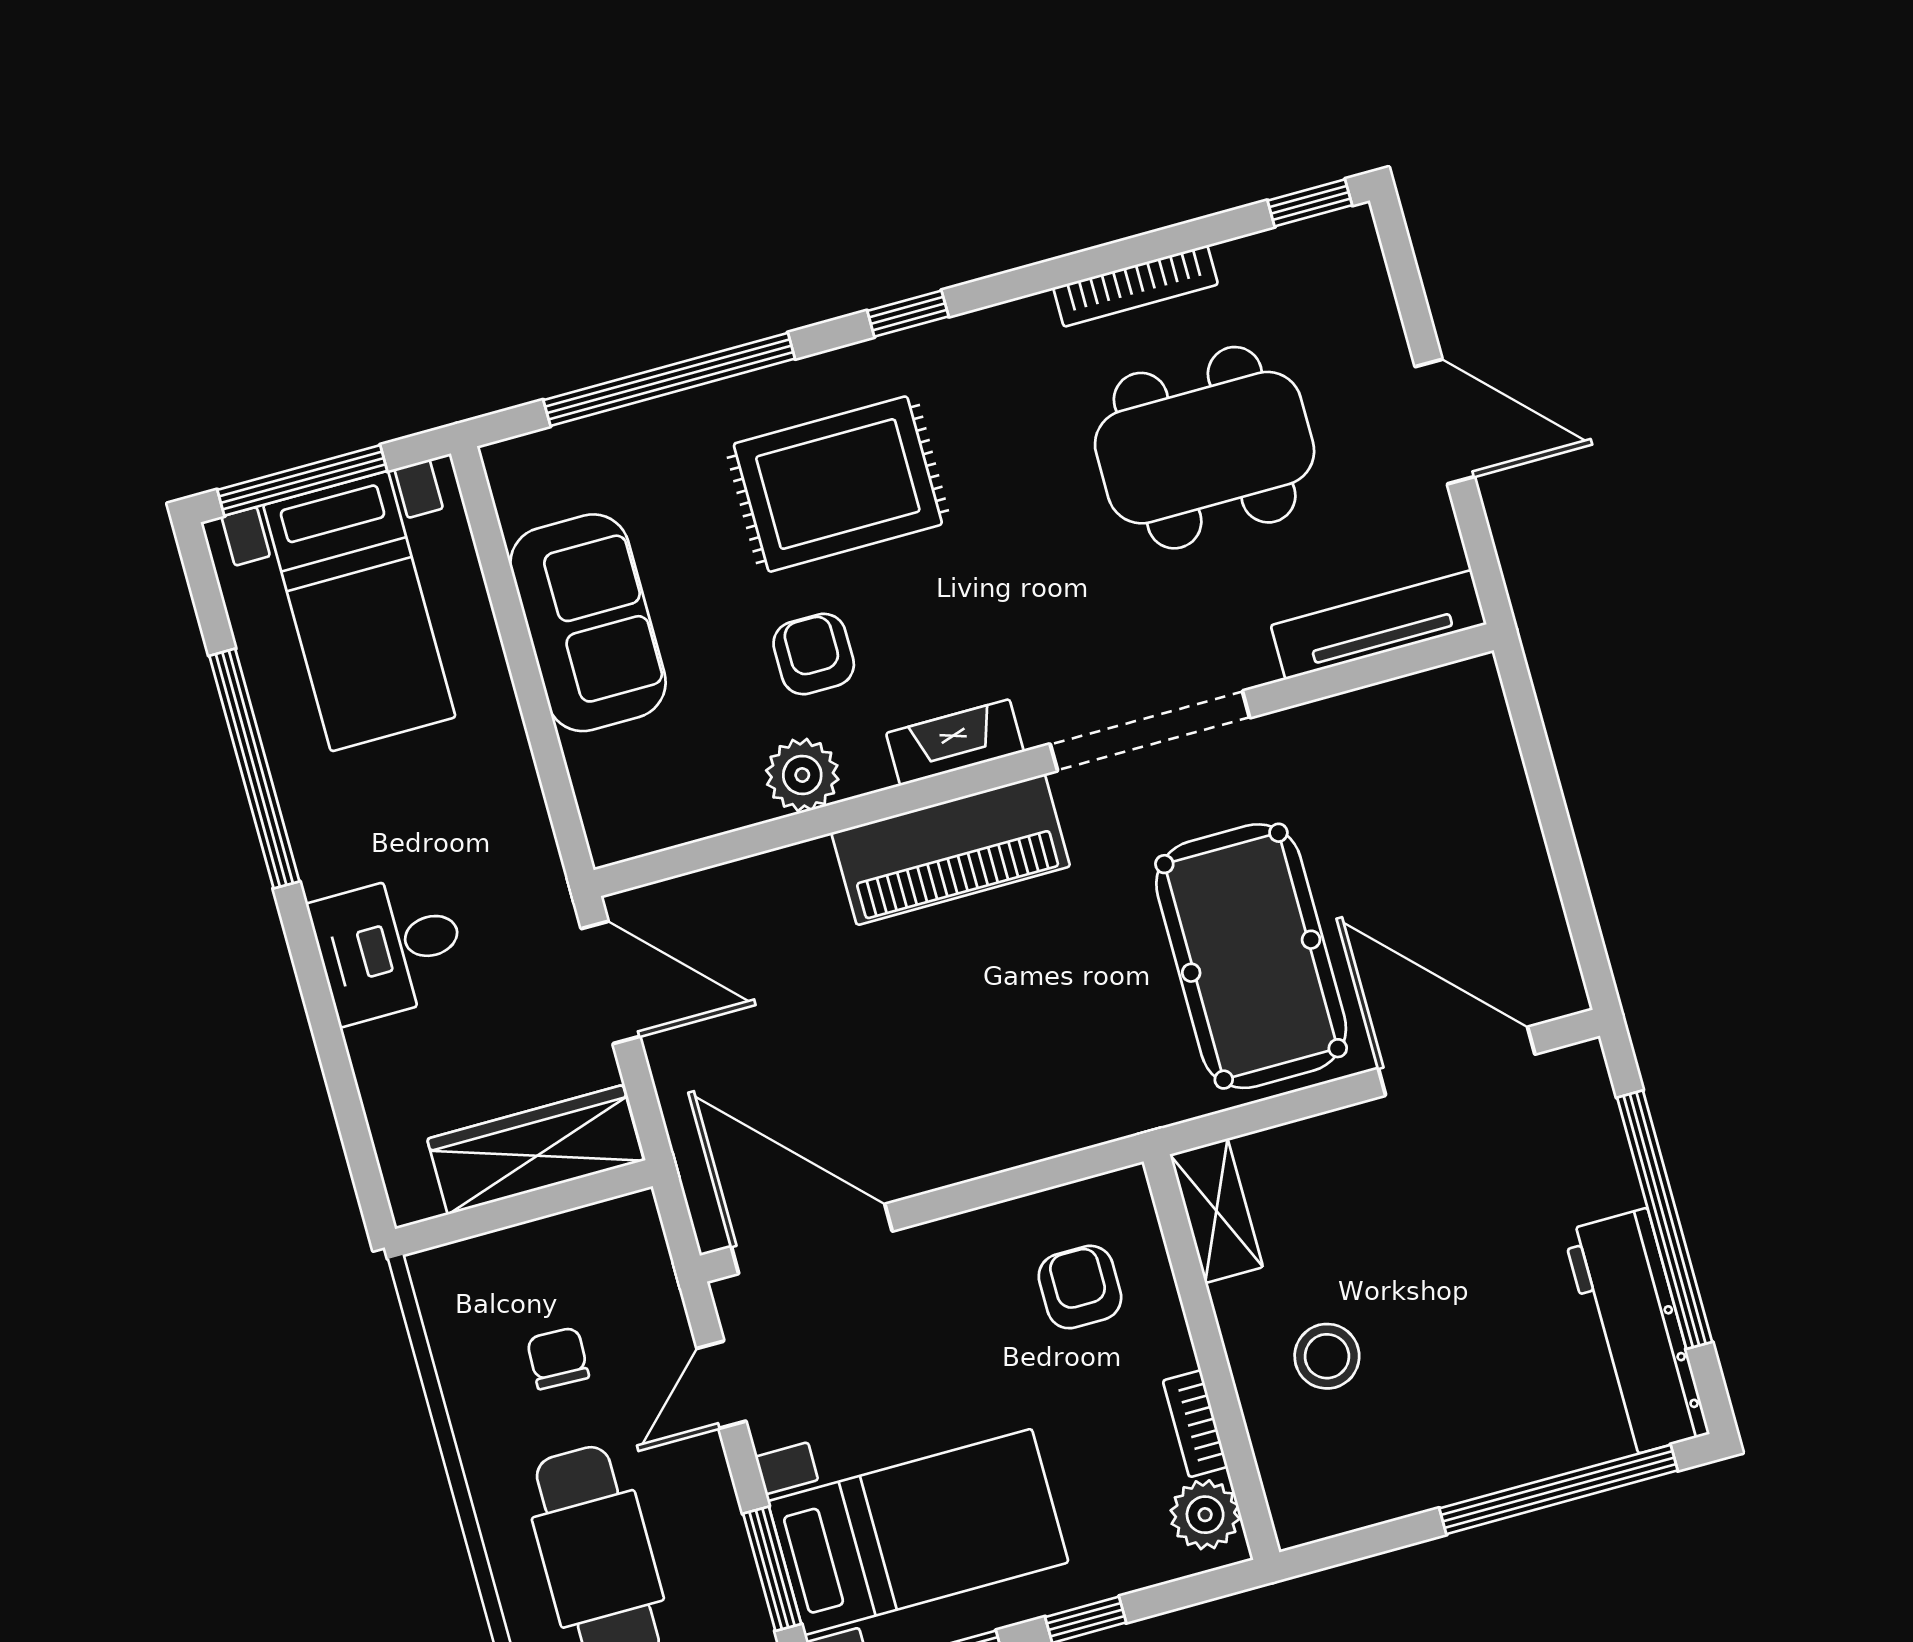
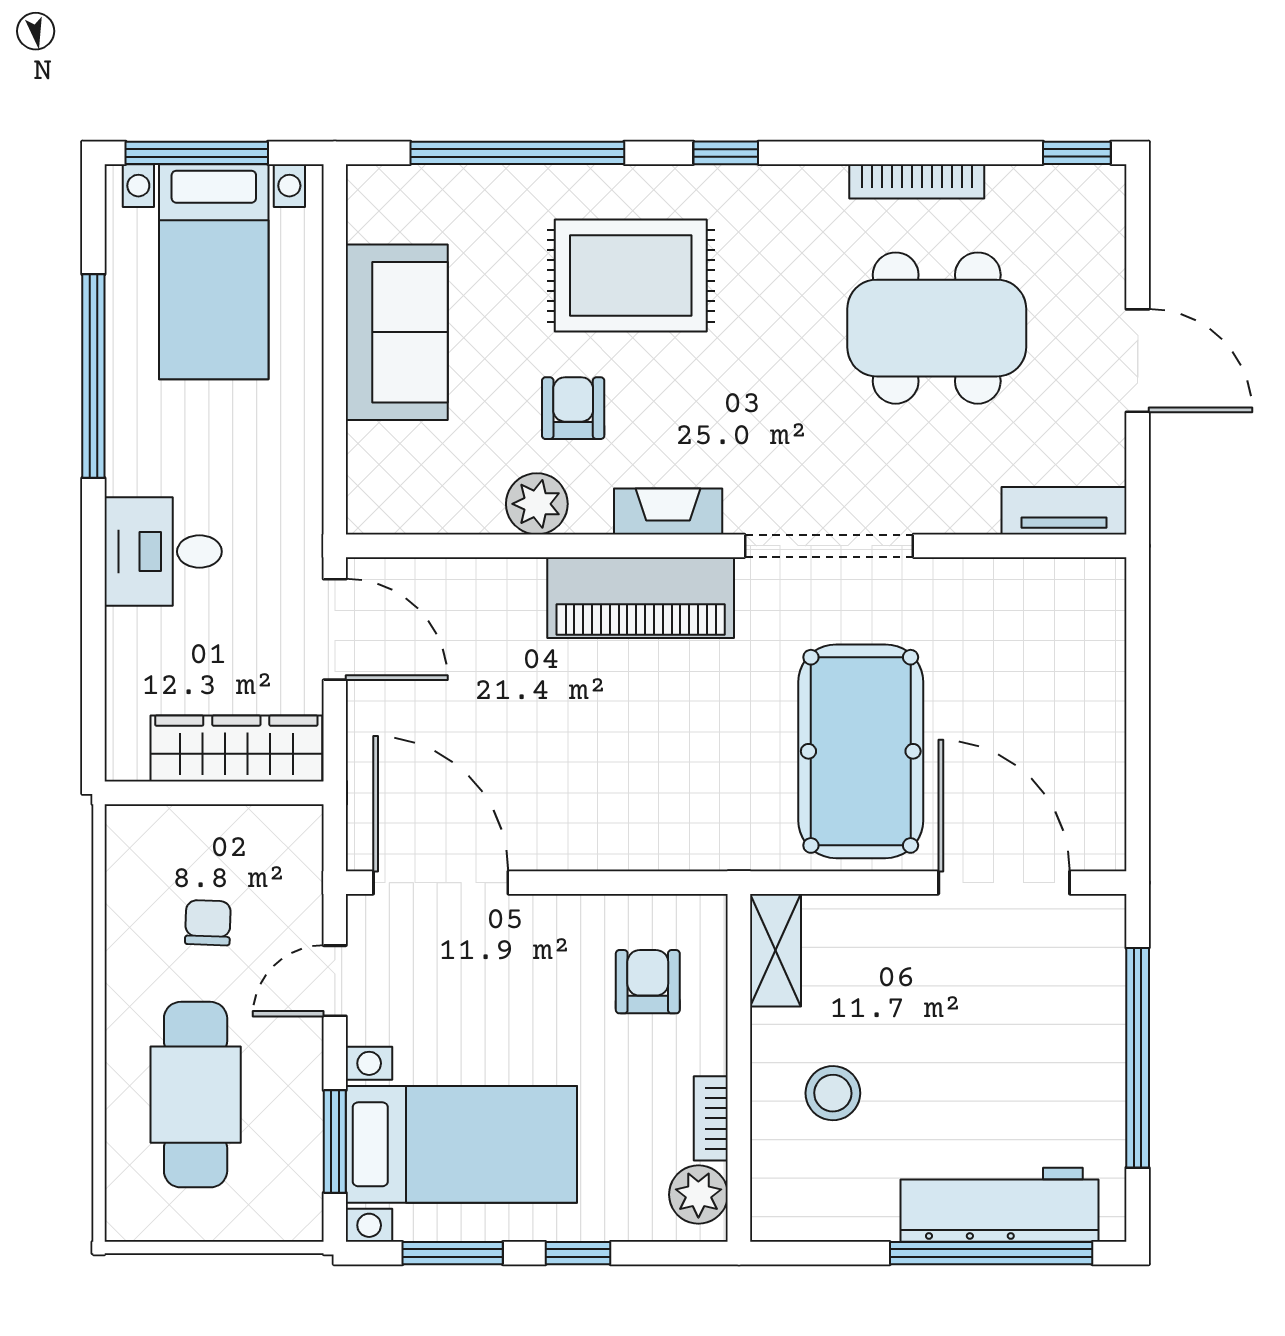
tv unit: (1379, 625) -> (1064, 511), width x0.71
workbench: (1636, 1332) -> (1000, 1205), moved, turned 90

